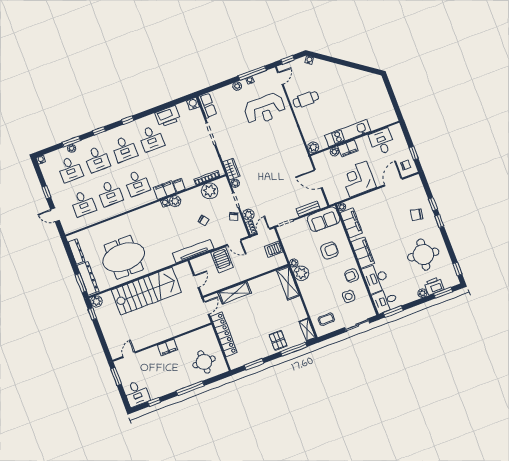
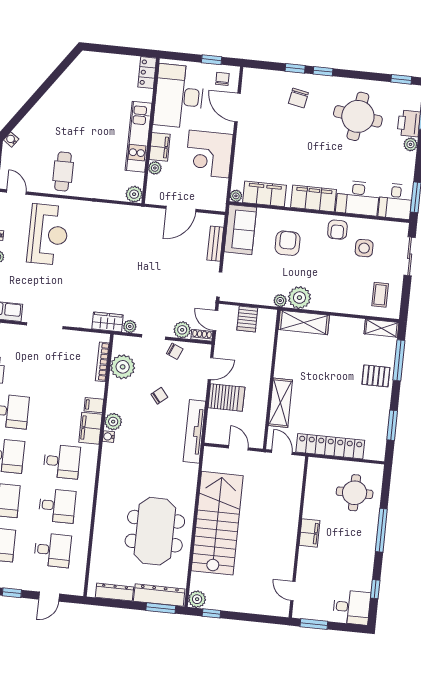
locker: (388, 120) -> (147, 73), added
desk: (382, 142) -> (179, 96), width x1.87, depth x1.30

